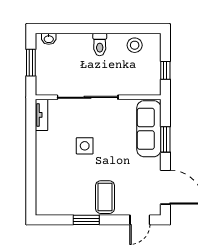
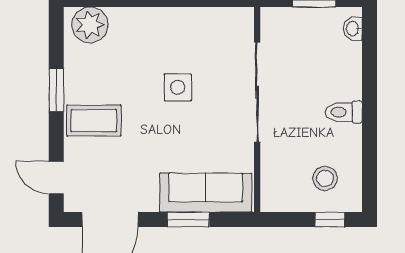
stool: (135, 45) -> (325, 178), moved
window: (165, 70) -> (330, 219), moved
tv unit: (42, 115) -> (228, 17), removed
plant: (46, 199) -> (90, 25), added

